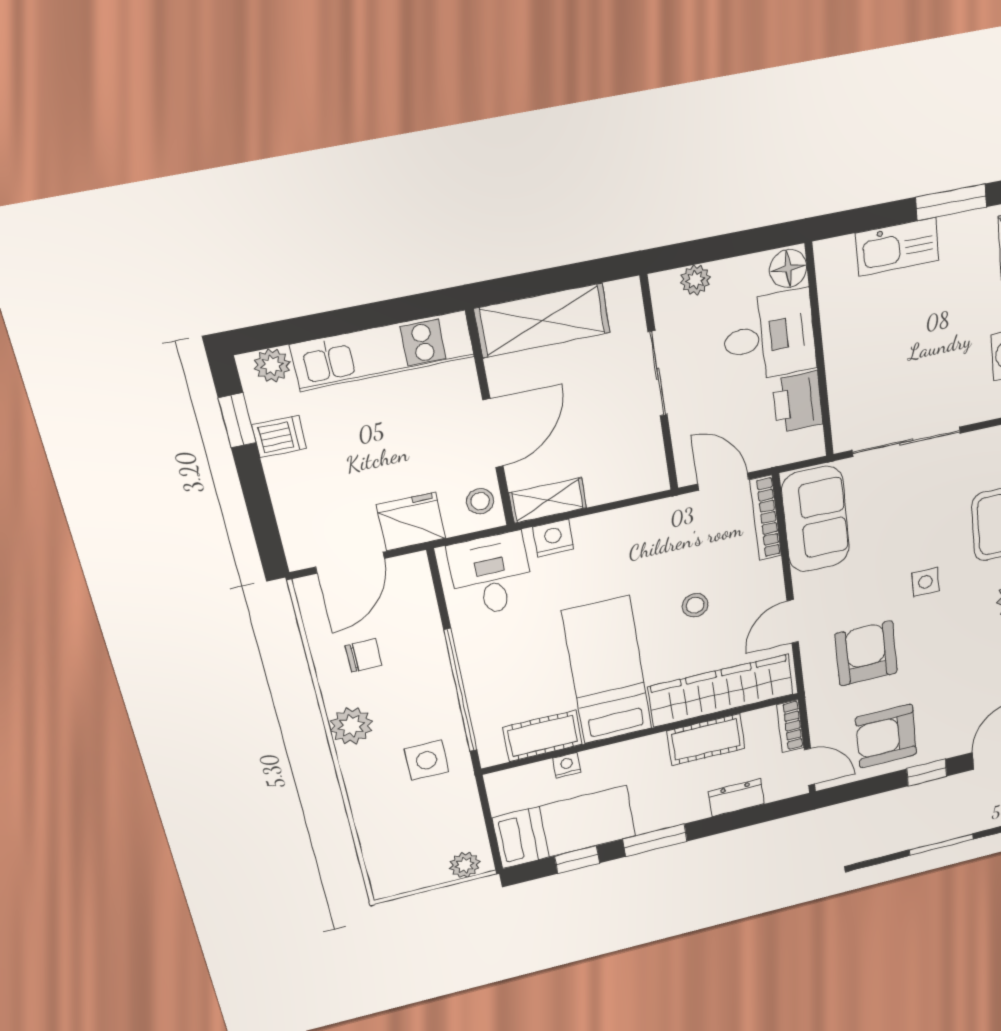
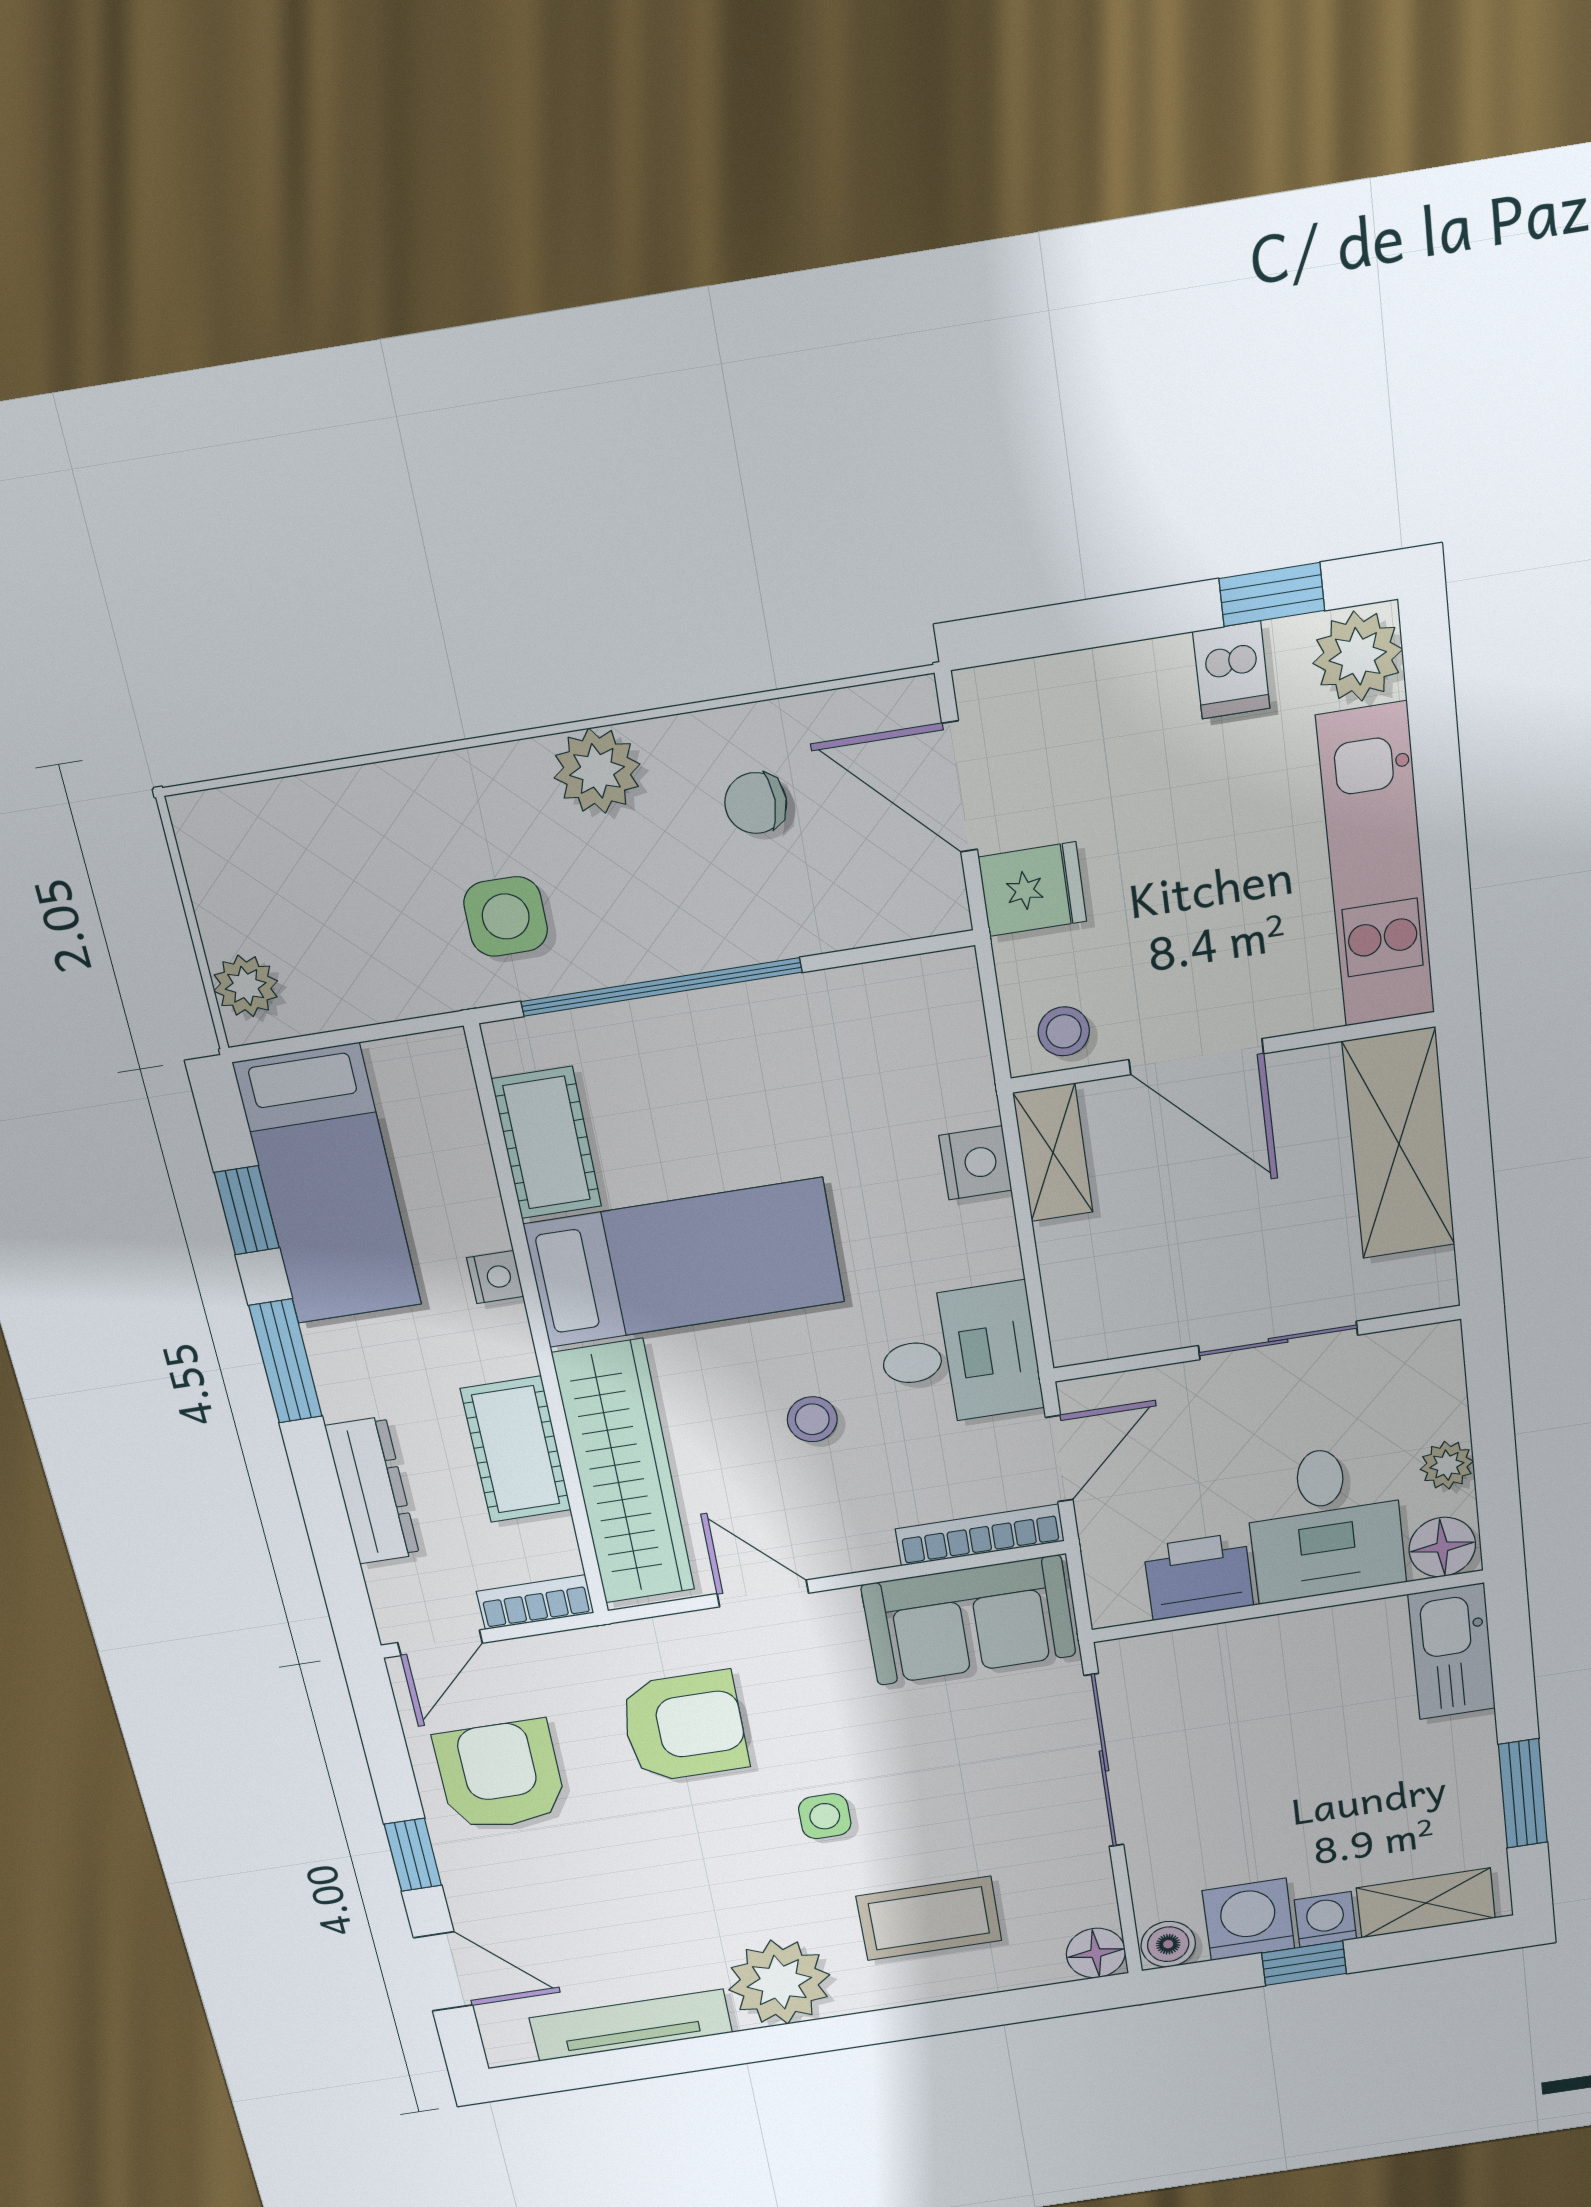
kitchen sink: (897, 247) -> (1452, 1652), moved
plant: (695, 280) -> (1447, 1465), moved
plant: (272, 365) -> (1358, 656), width x1.38, depth x1.38
fridge: (411, 522) -> (1033, 889), width x0.72
desk: (491, 575) -> (959, 1356), moved
chair: (364, 655) -> (756, 803), turned 90
nightstand: (567, 765) -> (495, 1277), moved
dresser: (736, 798) -> (372, 1491), width x1.44

